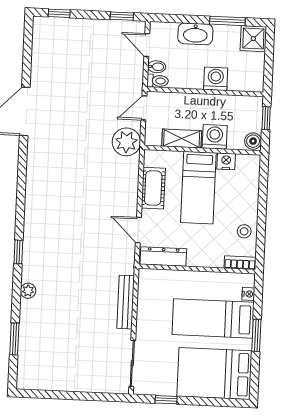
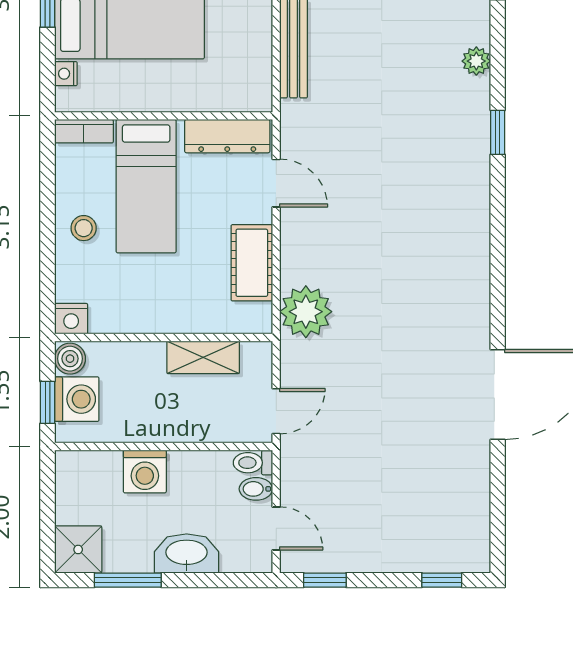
washing machine: (215, 137) -> (77, 399), moved, turned -90
plant: (126, 142) -> (306, 312), moved
nightstand: (226, 161) -> (71, 319), moved
bed: (198, 188) -> (146, 186), moved, turned 180
stool: (244, 231) -> (84, 228), moved

